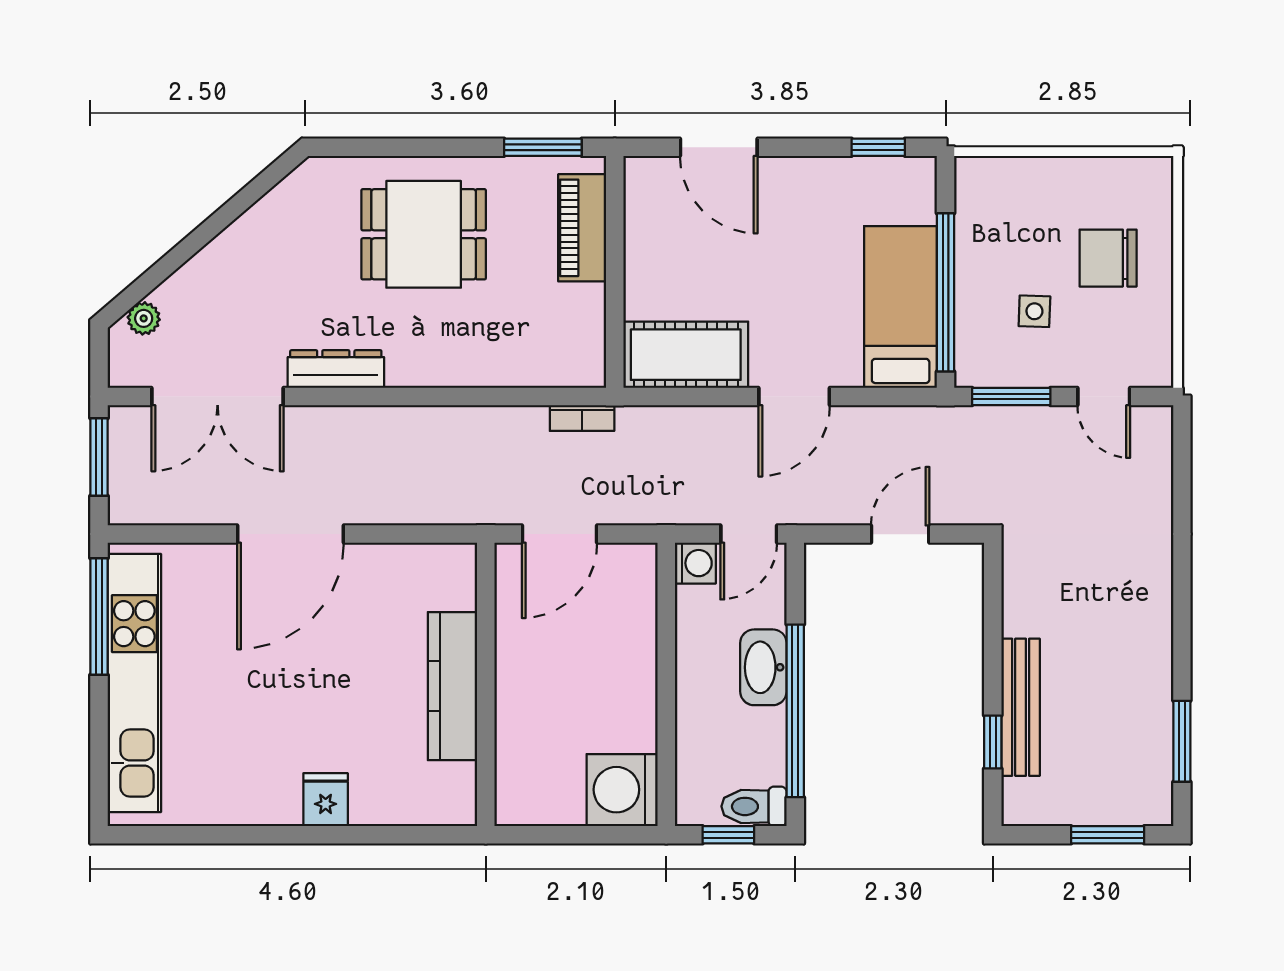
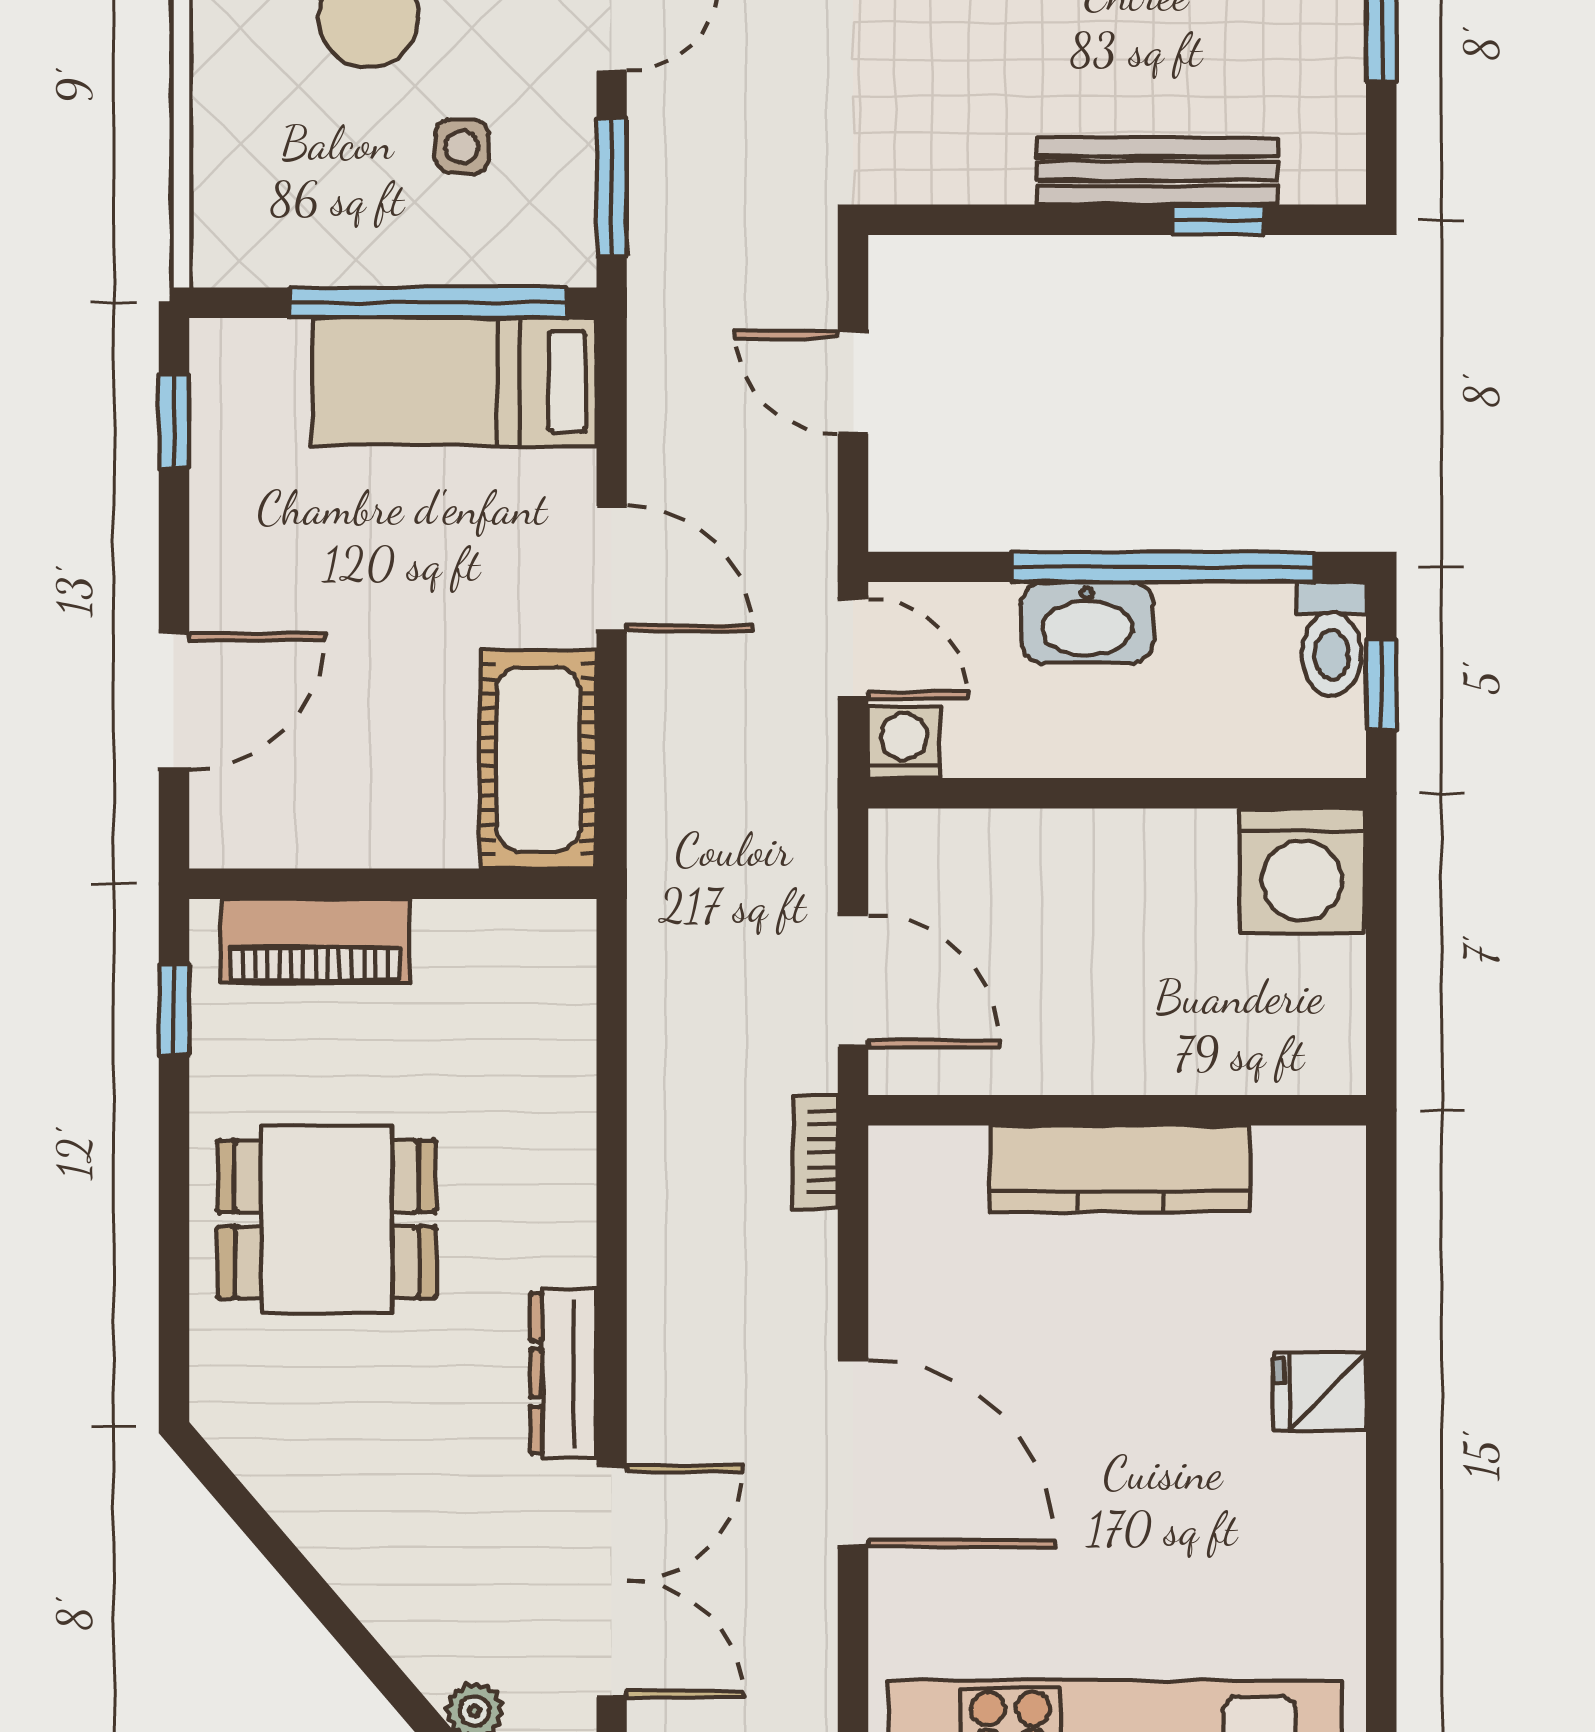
window: (543, 147) -> (174, 1010), width x0.67
dining table: (424, 234) -> (327, 1219), turned 90
bookcase: (582, 418) -> (815, 1152), moved, turned 180

